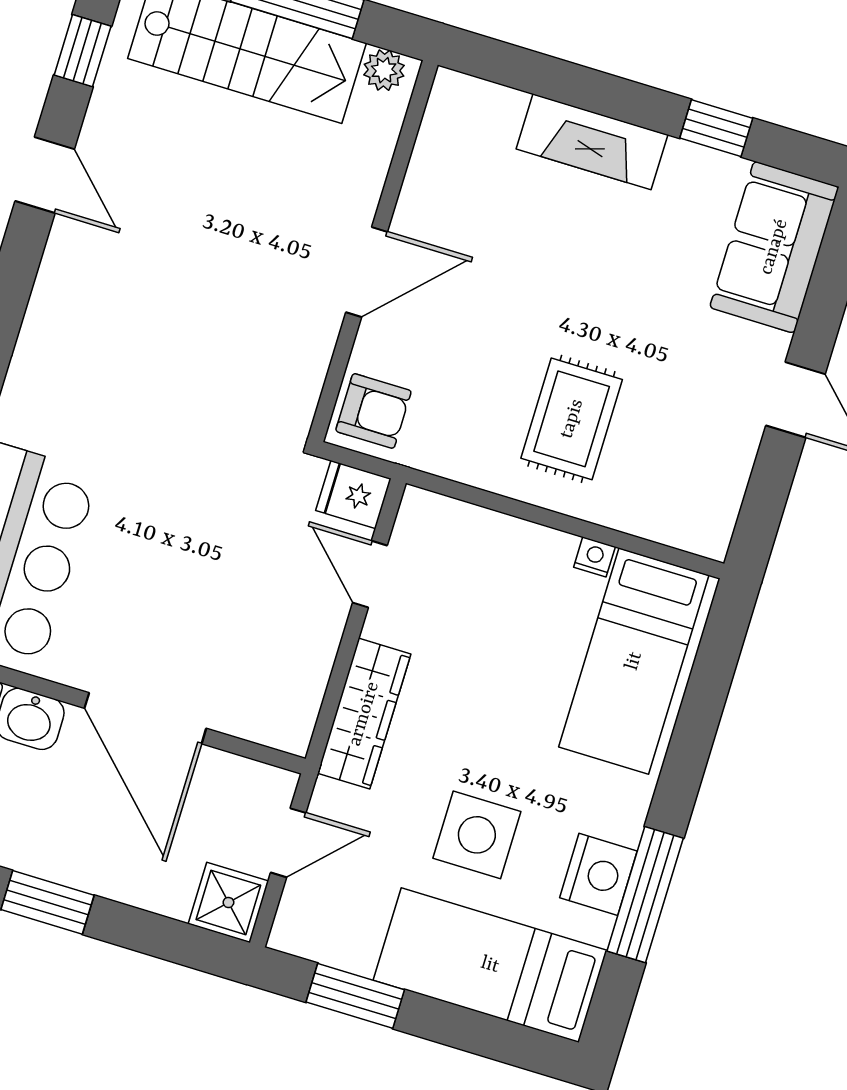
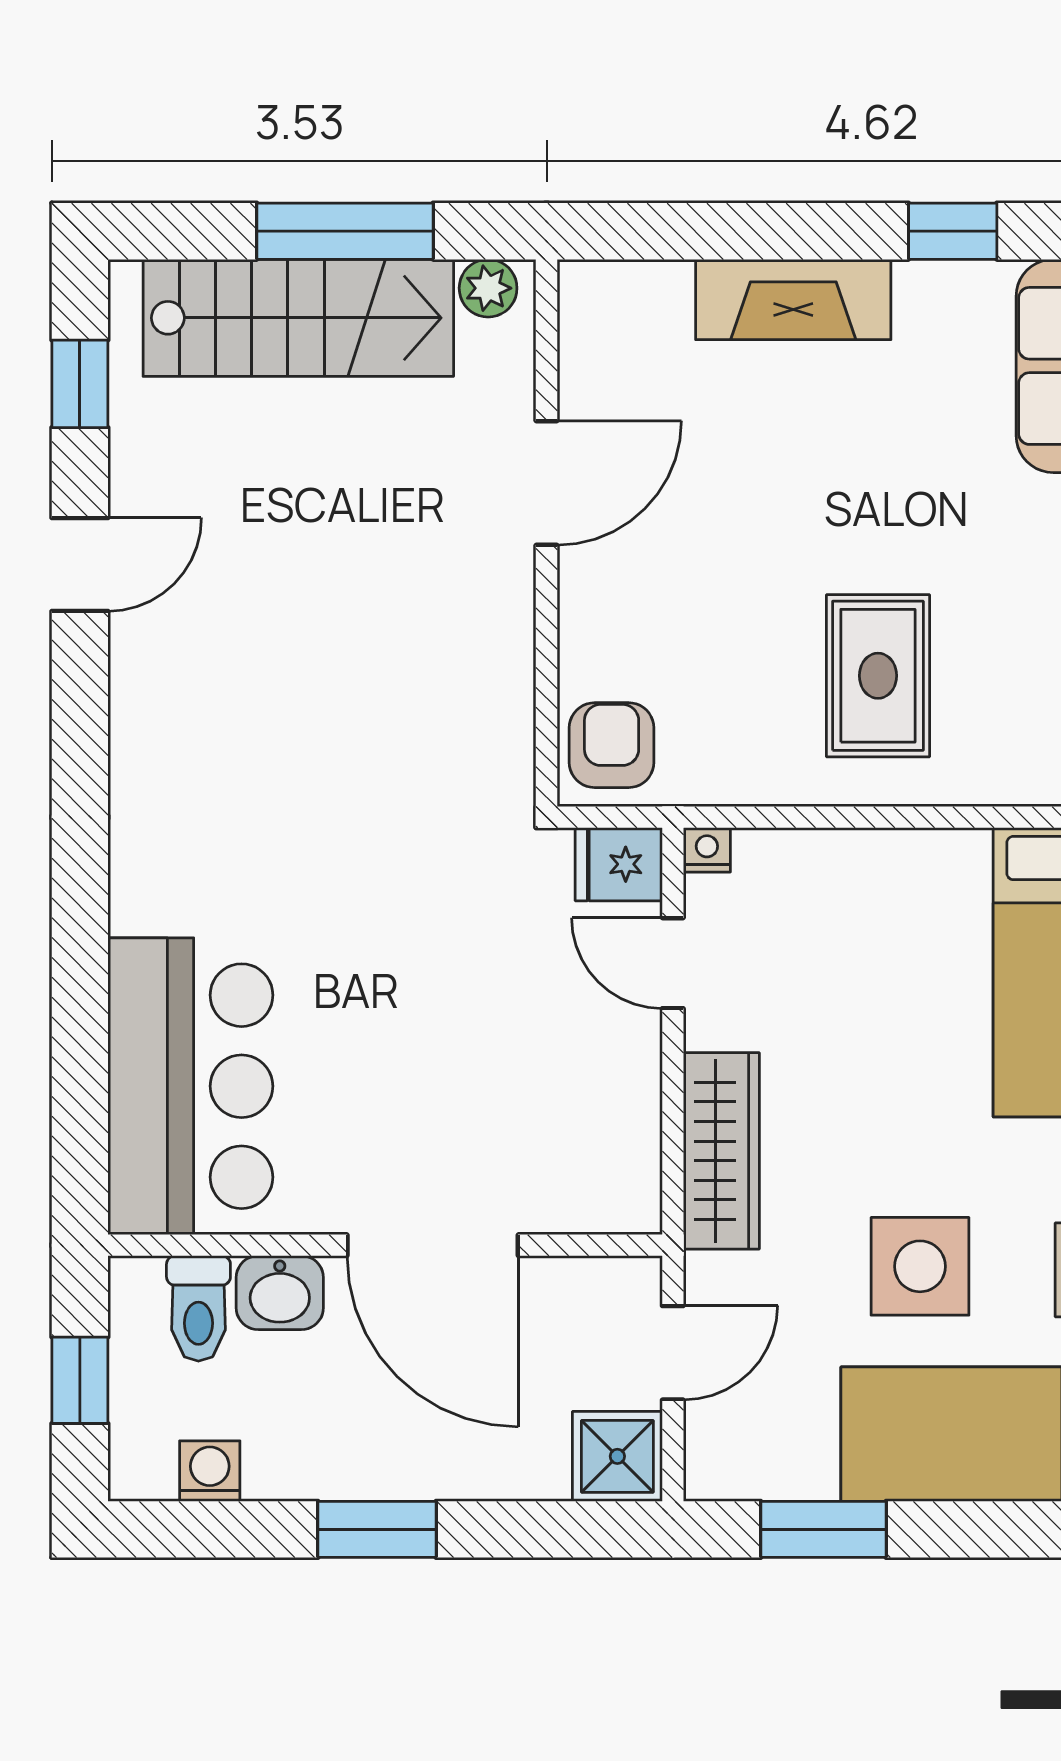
door: (45, 175) -> (80, 565), hinge flipped
door: (367, 272) -> (547, 483), moved
armchair: (373, 411) -> (612, 745), turned -90
nightstand: (594, 557) -> (707, 850), moved

